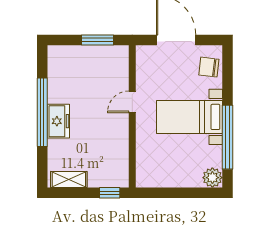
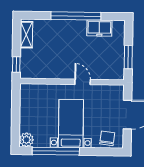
freezer: (58, 121) -> (99, 28), moved

